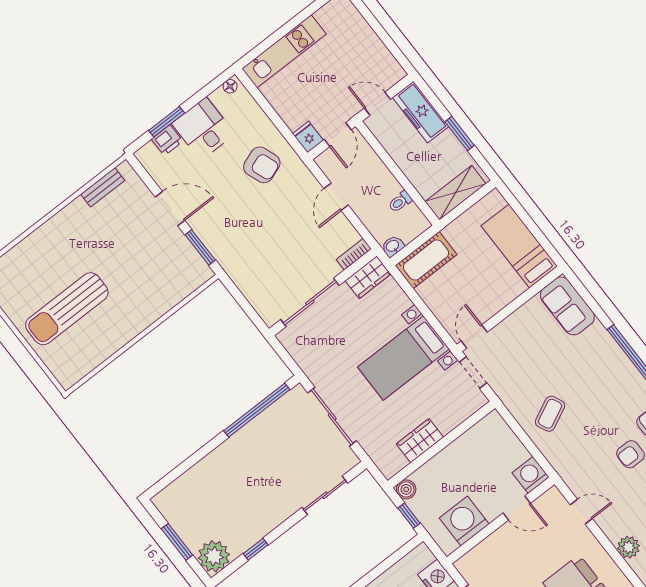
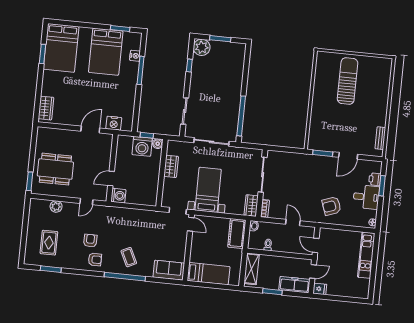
fridge: (308, 137) -> (320, 289), moved
coffee table: (550, 414) -> (129, 257), moved
washing machine: (464, 521) -> (142, 146), moved, turned 90

